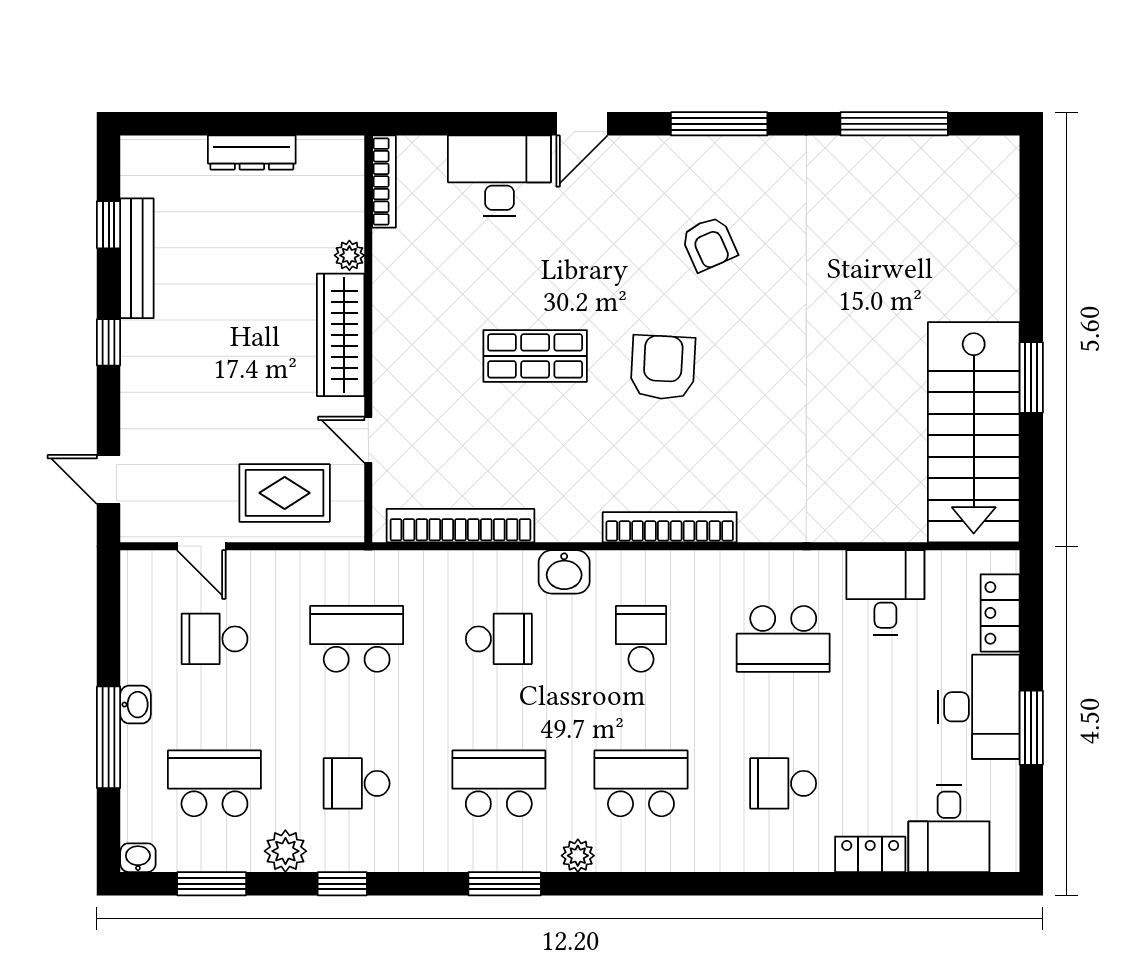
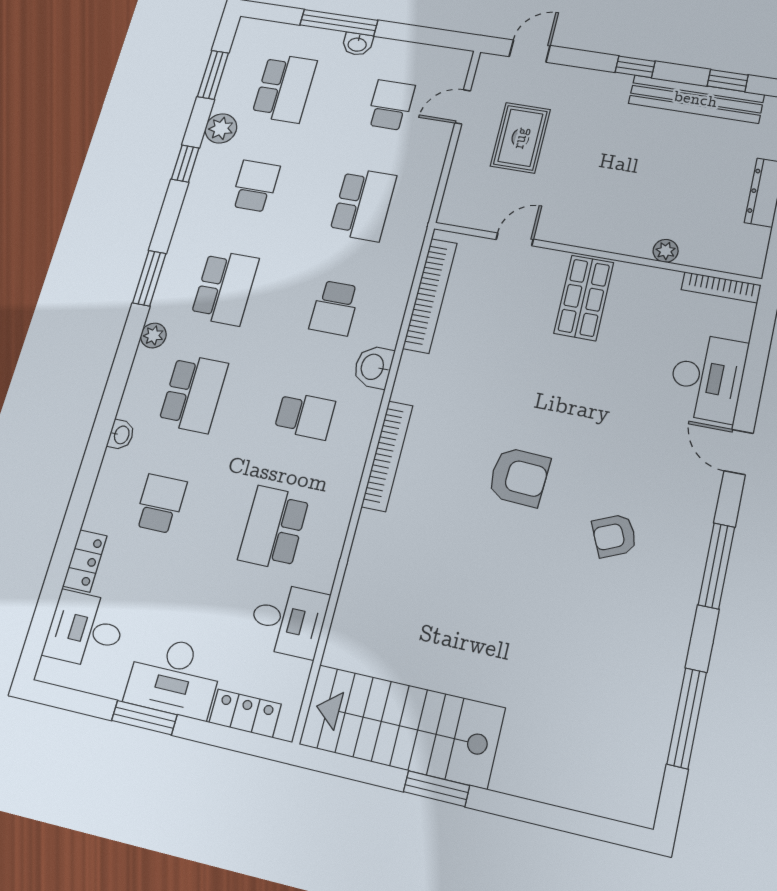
bench: (137, 258) -> (696, 99), width x1.37, depth x1.21
wardrobe: (341, 335) -> (603, 233), removed
shop shelf: (535, 356) -> (584, 298), moved
rug: (285, 493) -> (520, 138), moved
washbasin: (138, 858) -> (121, 435), moved

